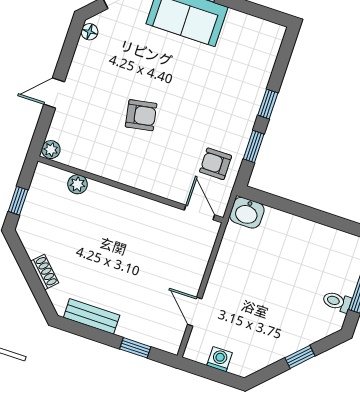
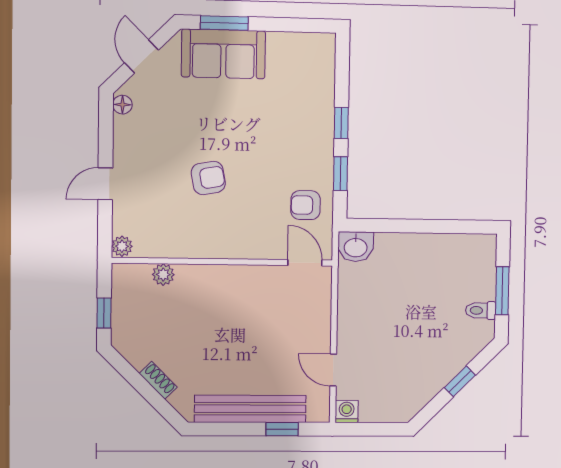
bench: (92, 316) -> (250, 409), width x1.86, depth x1.21
washing machine: (219, 359) -> (347, 411), moved

